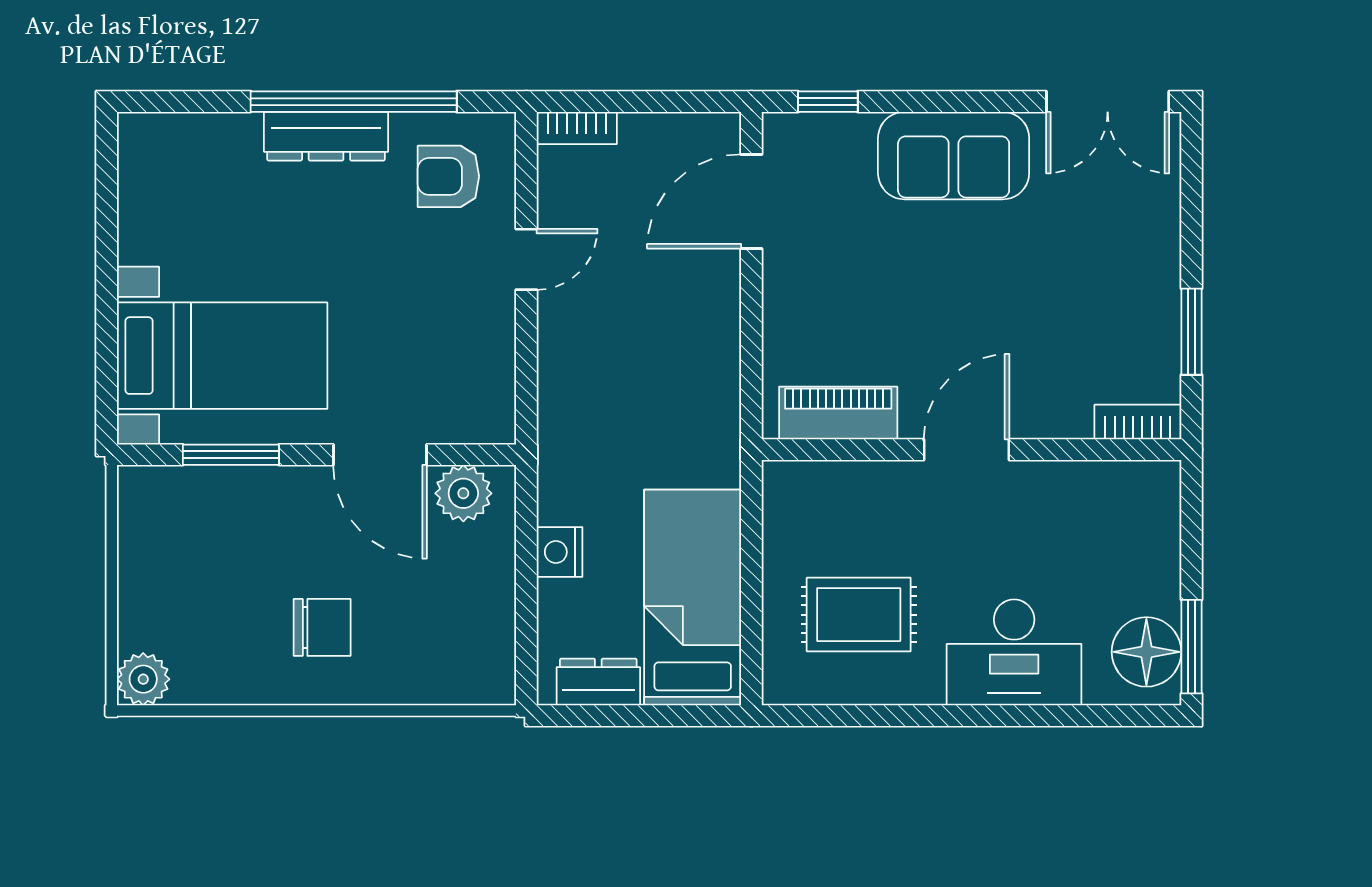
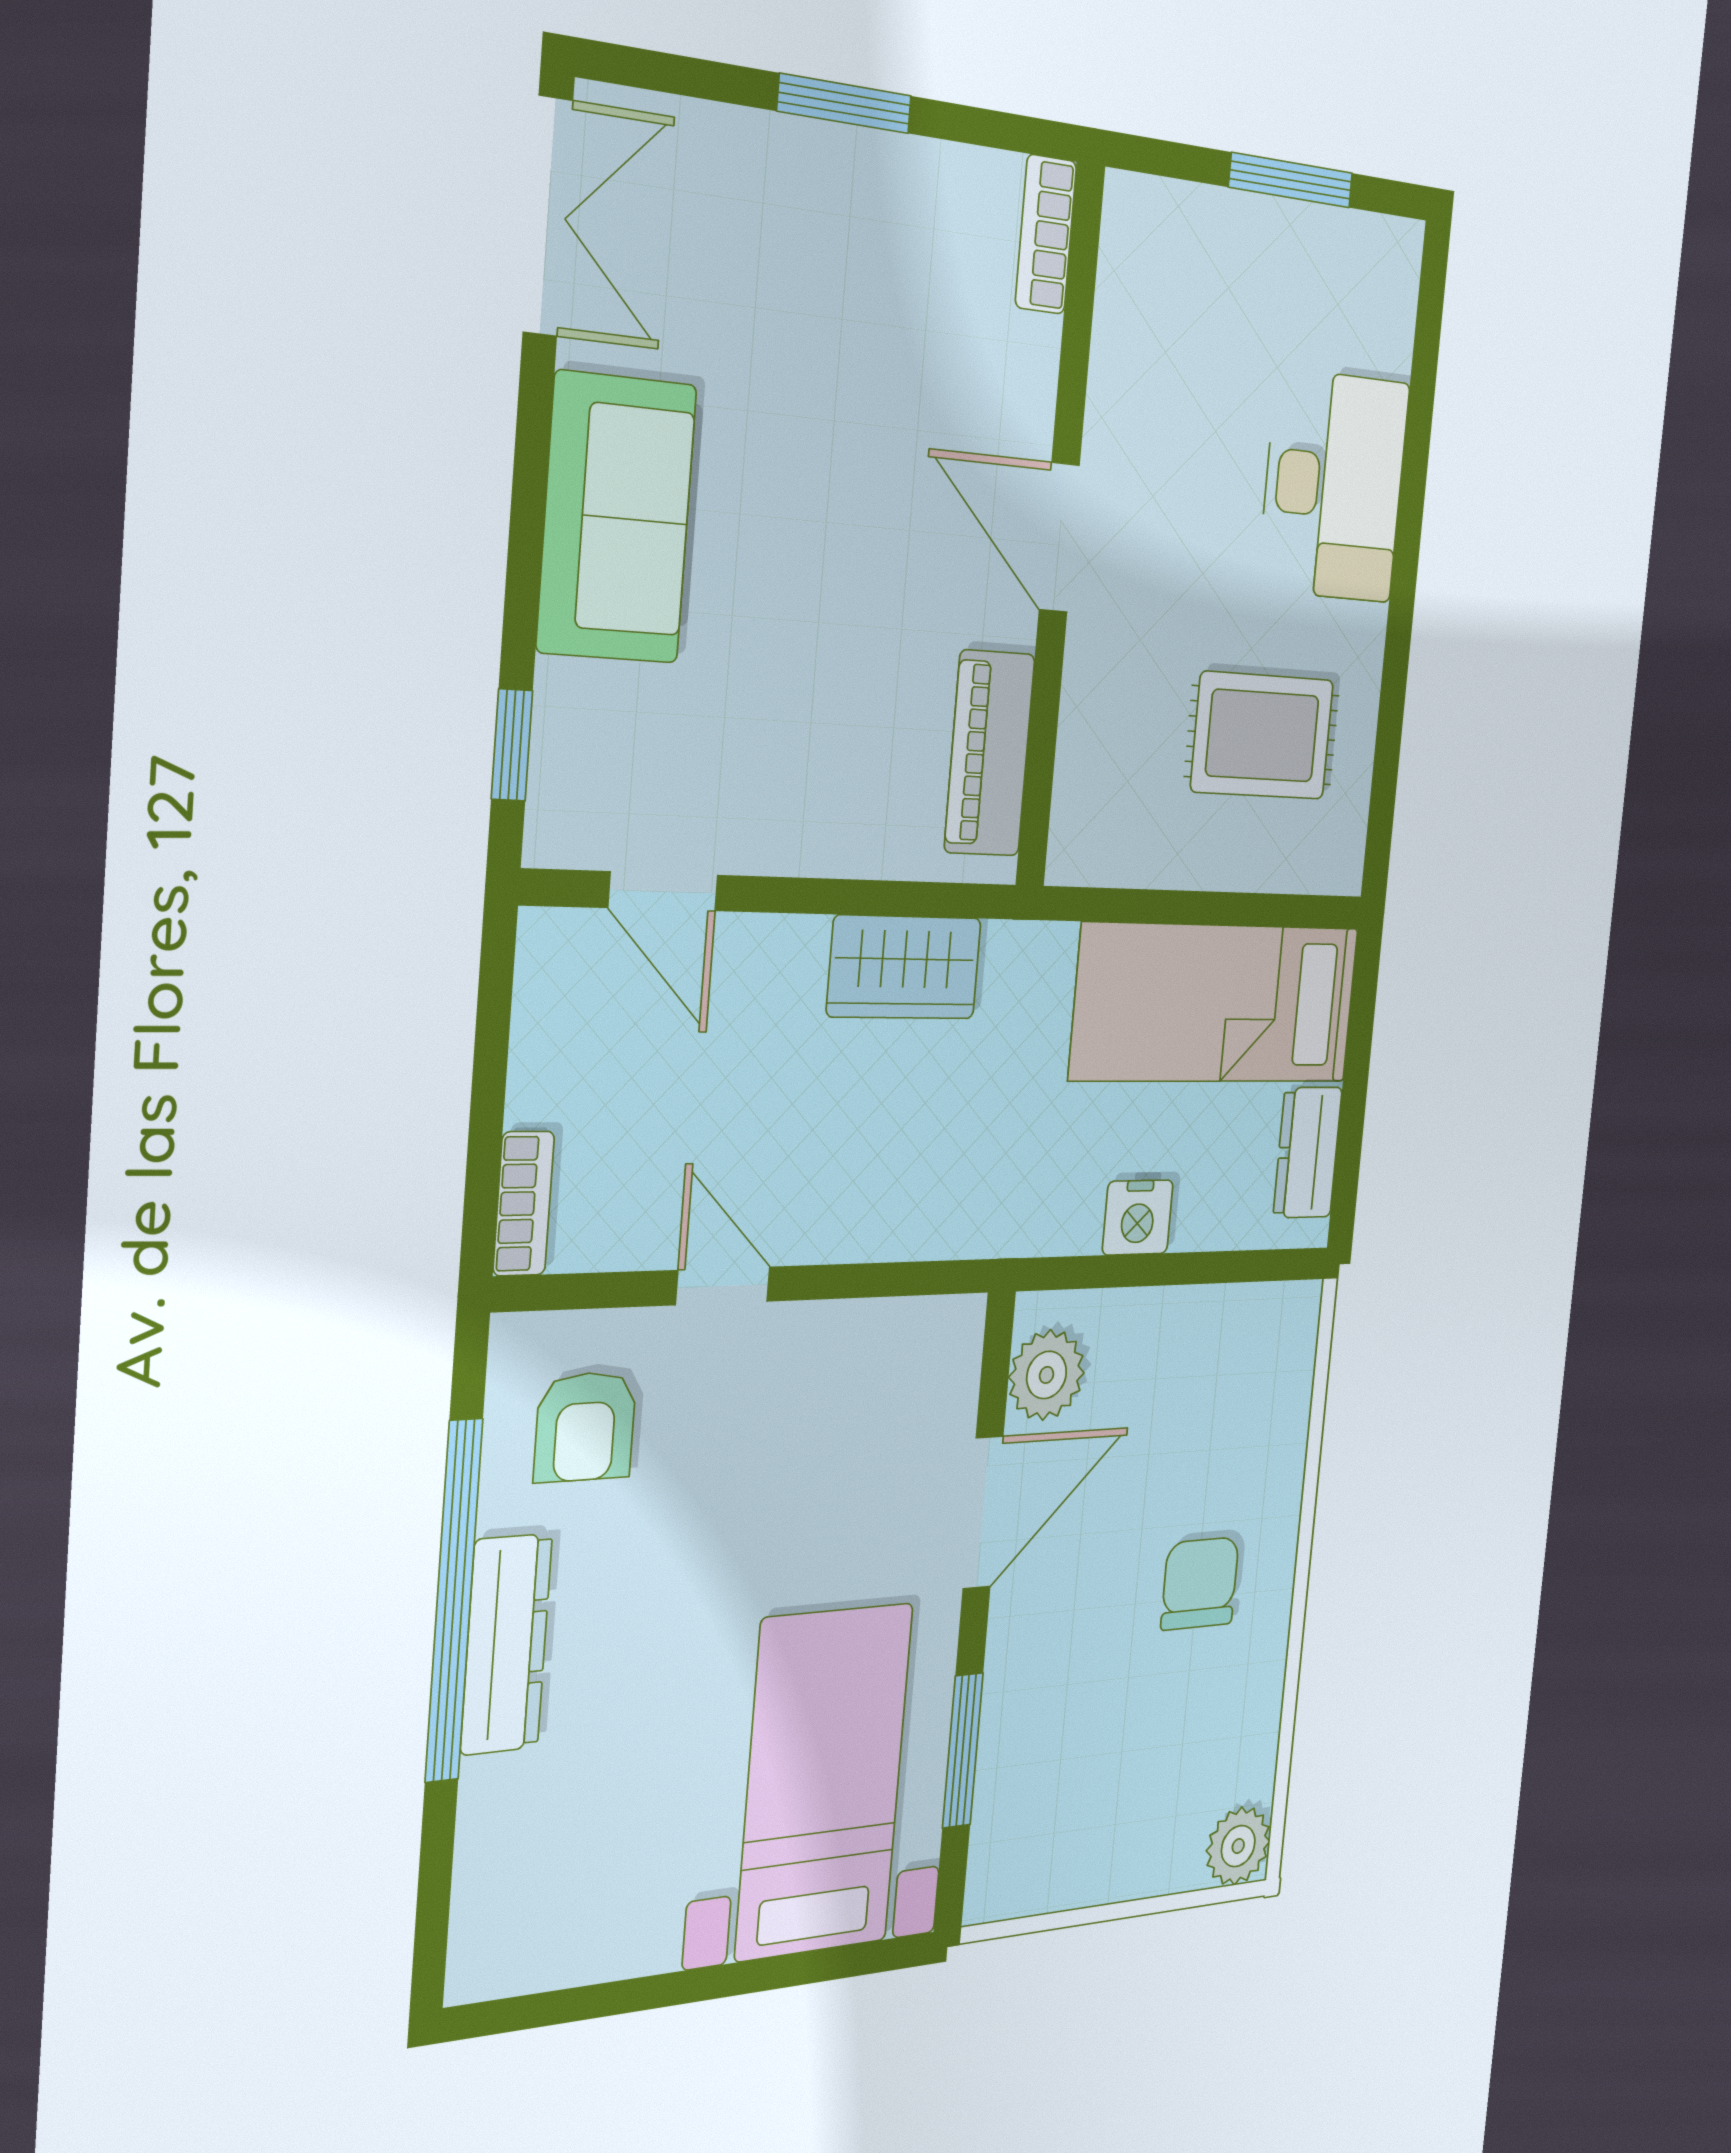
door: (751, 201) -> (663, 891), width x0.73
window: (1191, 332) -> (844, 103), moved
wardrobe: (711, 366) -> (904, 967), added
rug: (859, 615) -> (1262, 736), turned 90
window: (1191, 647) -> (1291, 180), moved
floor lamp: (1146, 652) -> (1354, 267), removed

